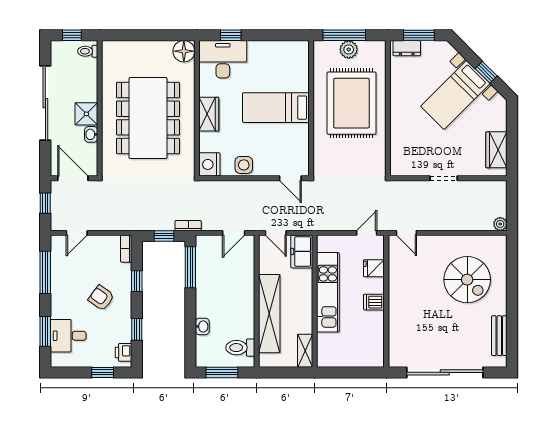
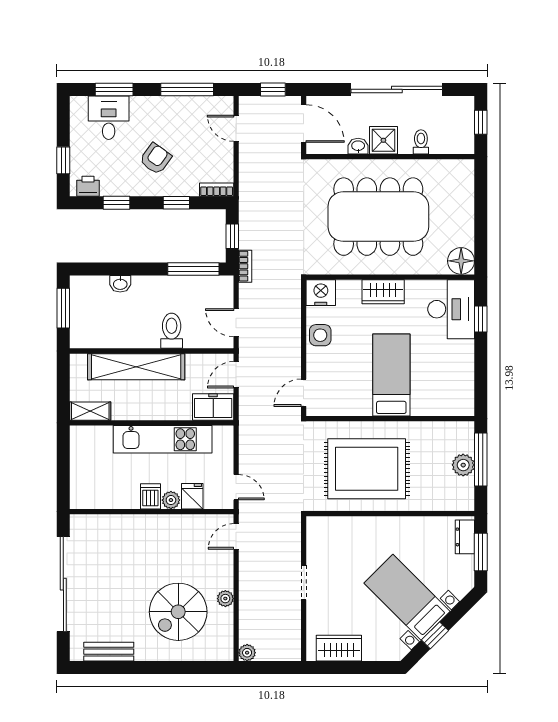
toilet: (88, 51) -> (421, 142), moved
rug: (351, 103) -> (367, 469), moved
door: (73, 178) -> (304, 124), hinge flipped
plant: (456, 242) -> (225, 599), added
plant: (377, 286) -> (171, 500), added
toilet: (240, 348) -> (172, 331), moved

